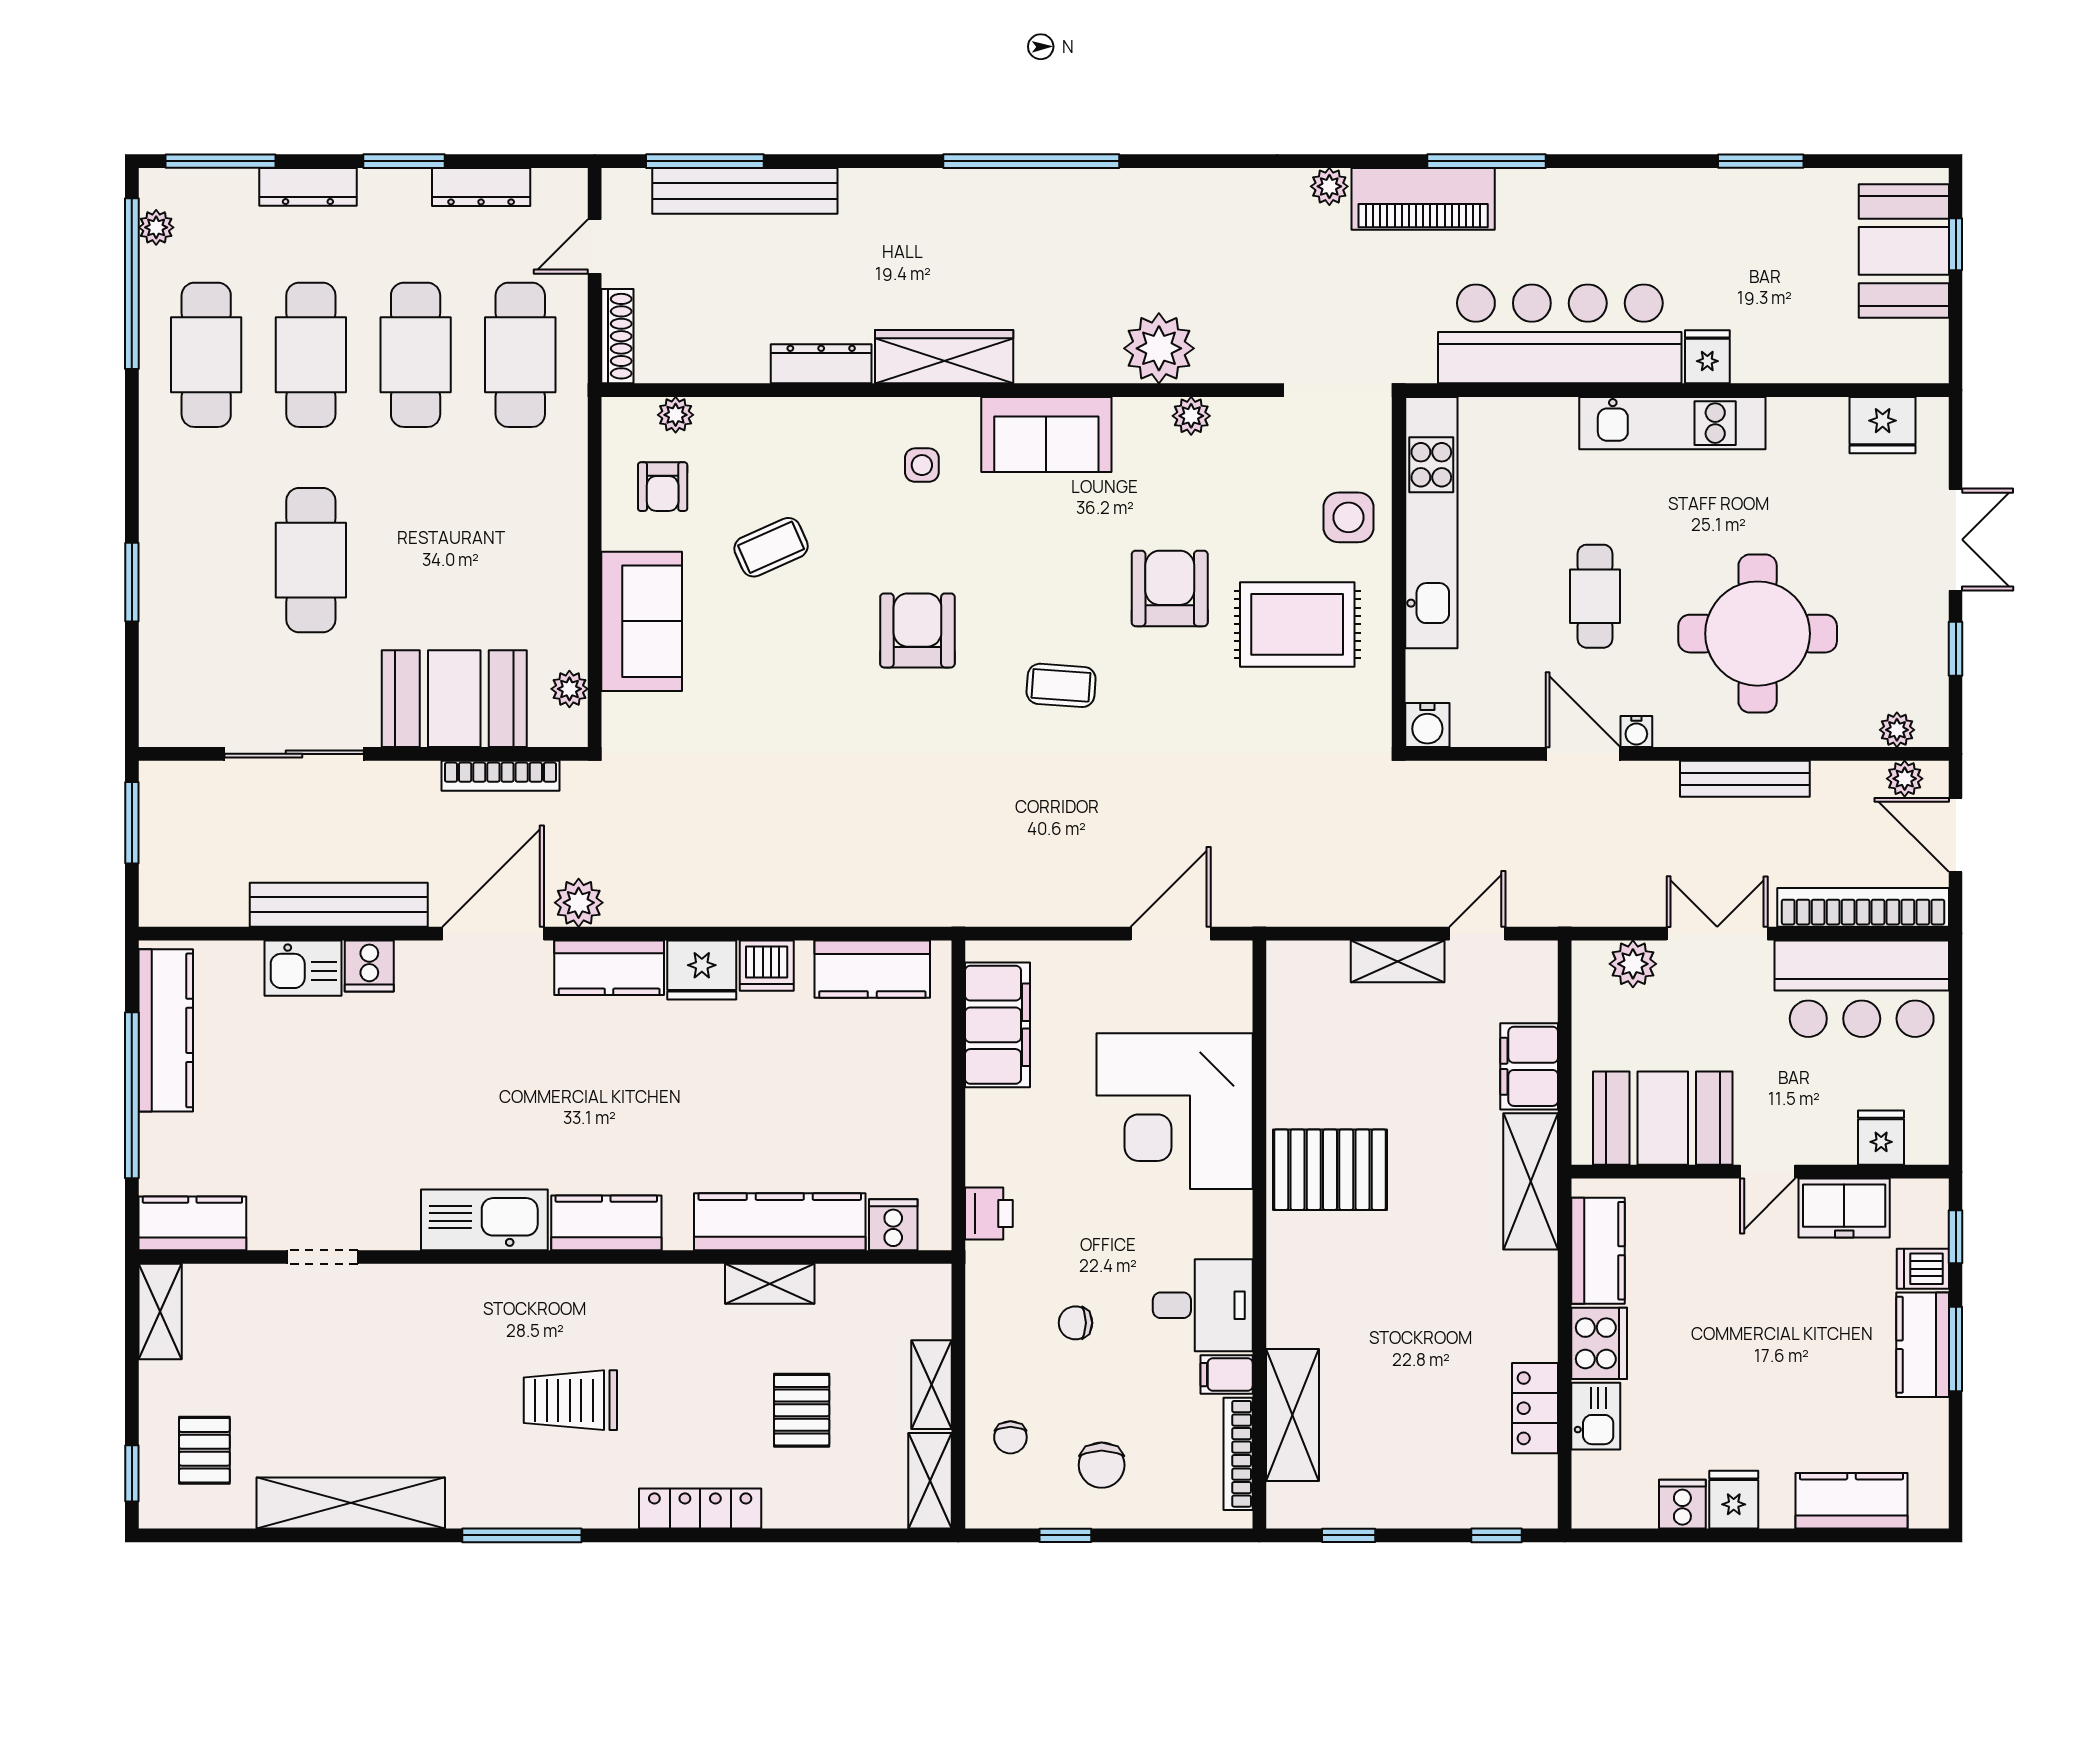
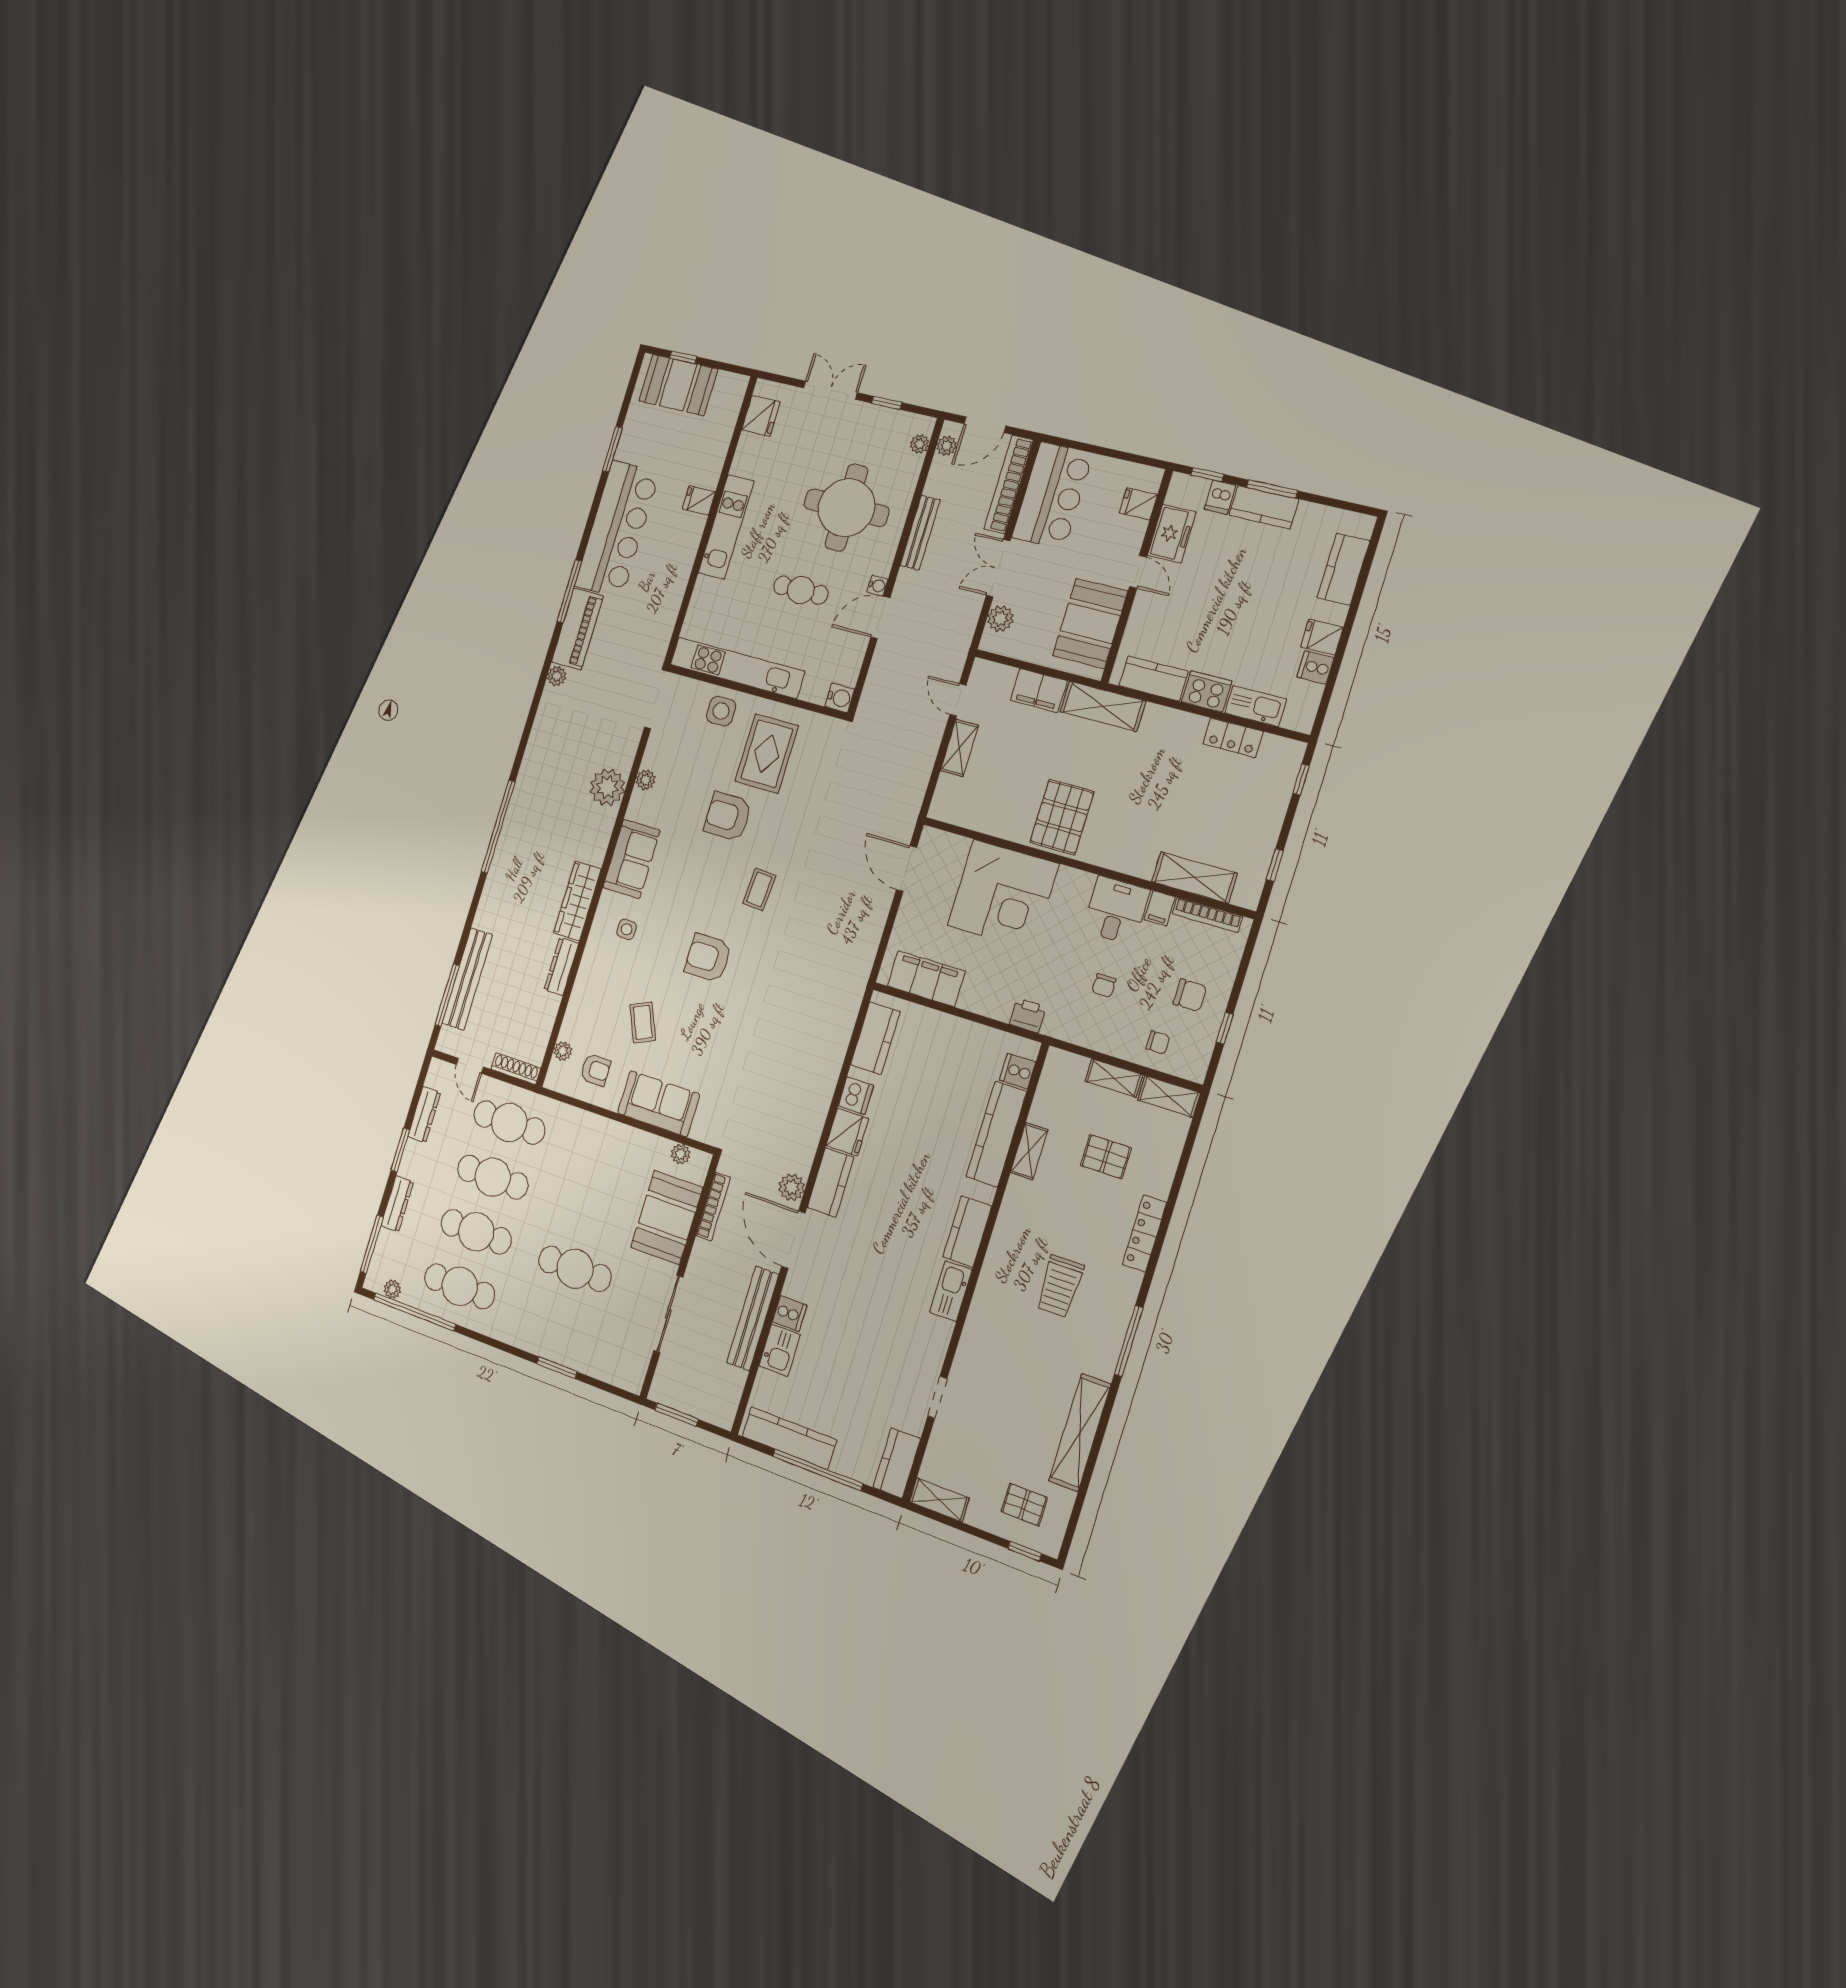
bar counter: (1560, 334) -> (617, 529), moved, turned 180
kitchen sink: (484, 1220) -> (951, 1291), width x0.73, depth x0.81
kitchen sink: (1596, 1416) -> (1256, 706), width x1.38

